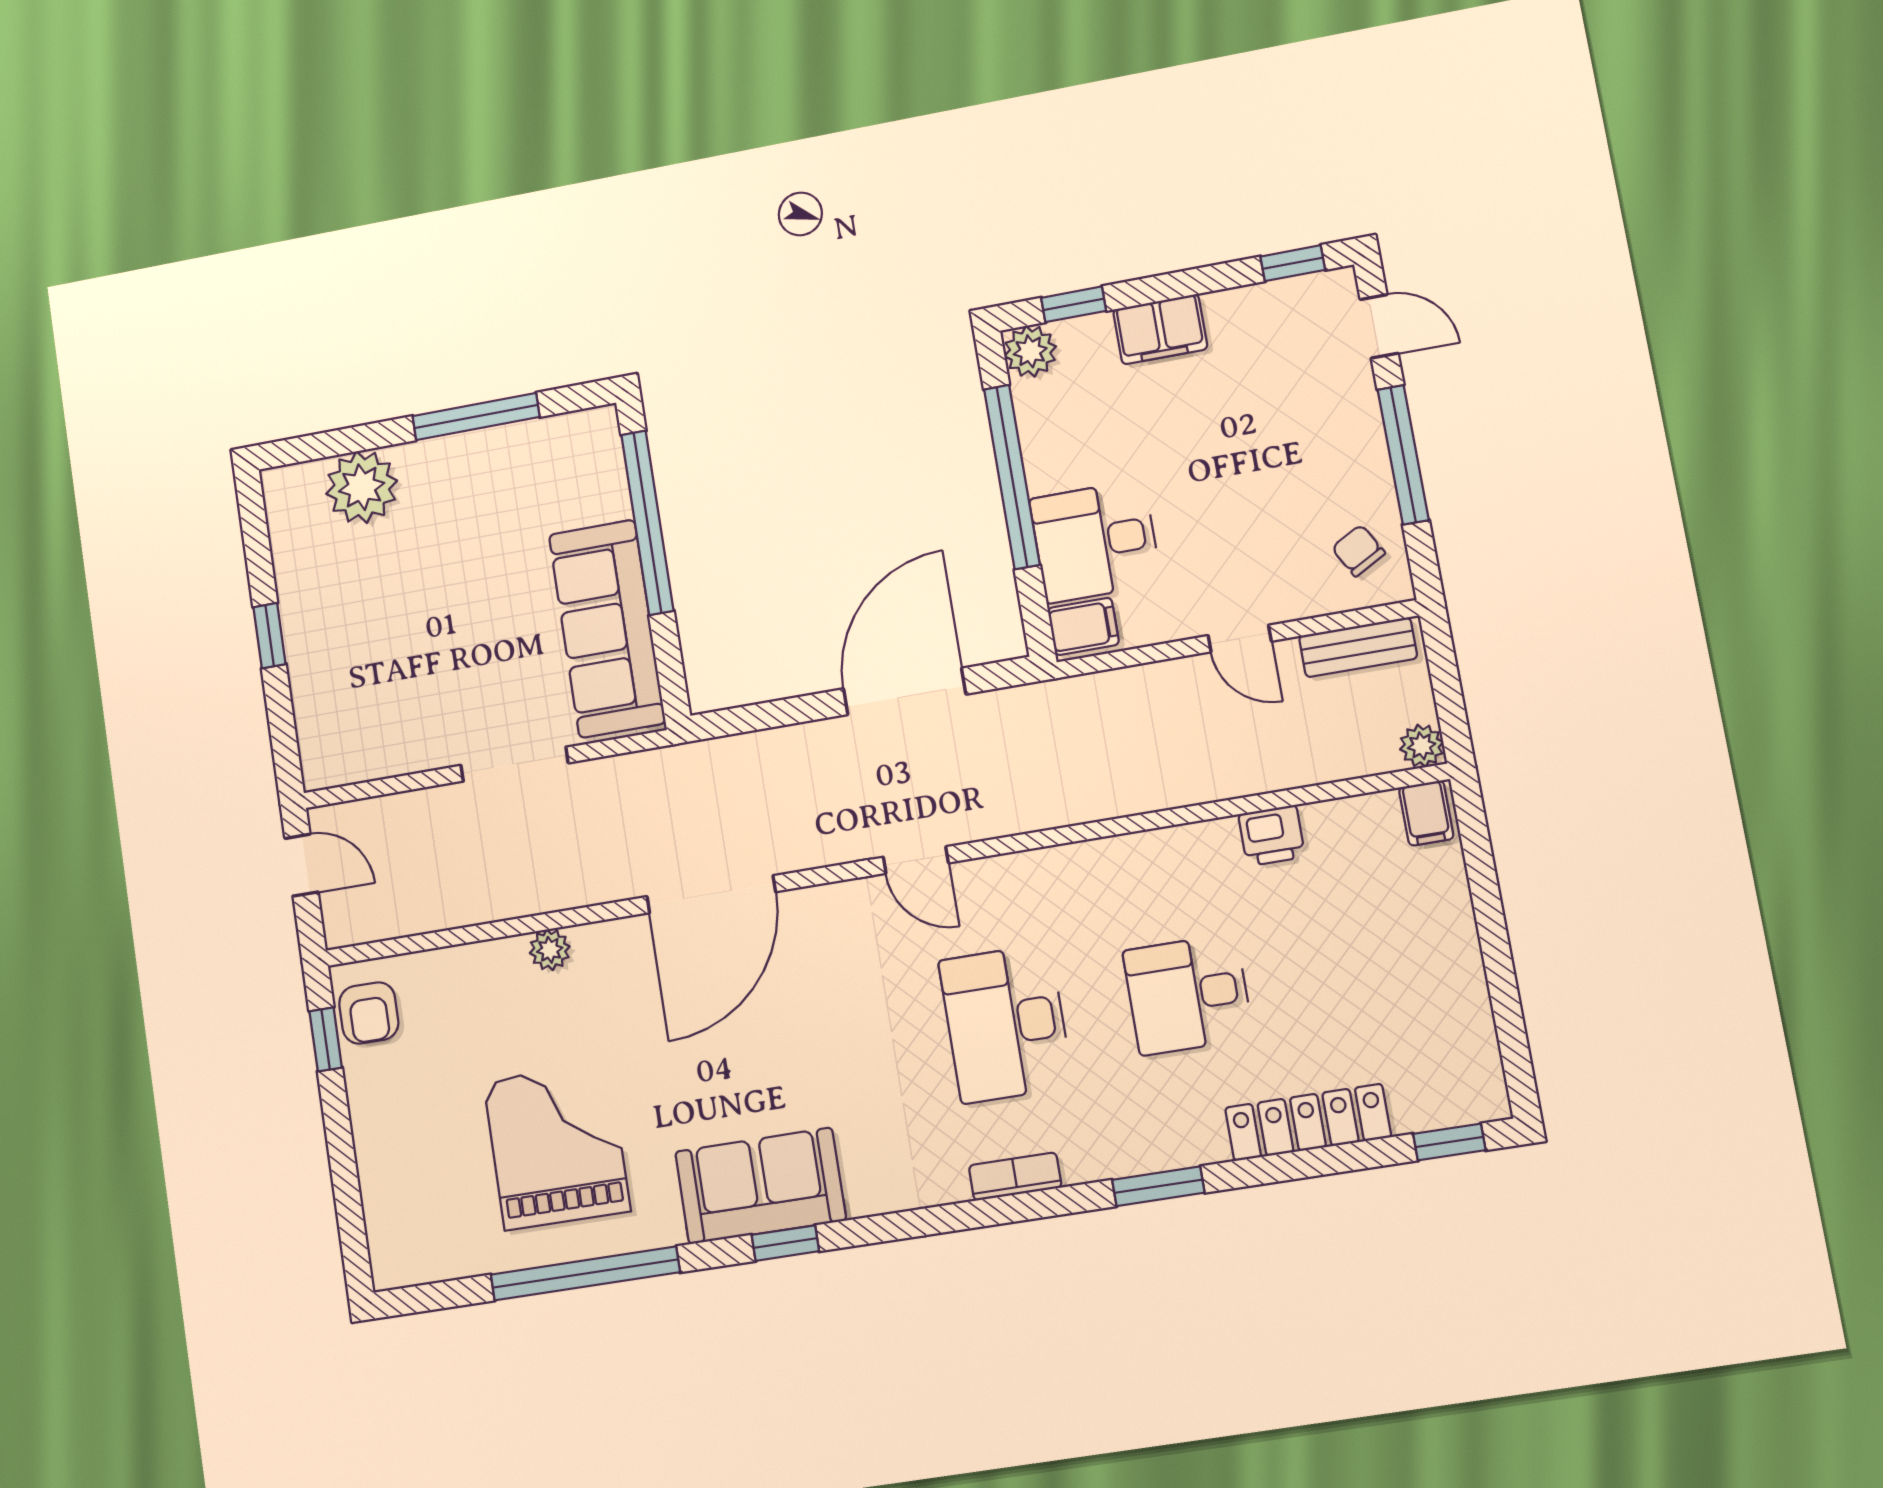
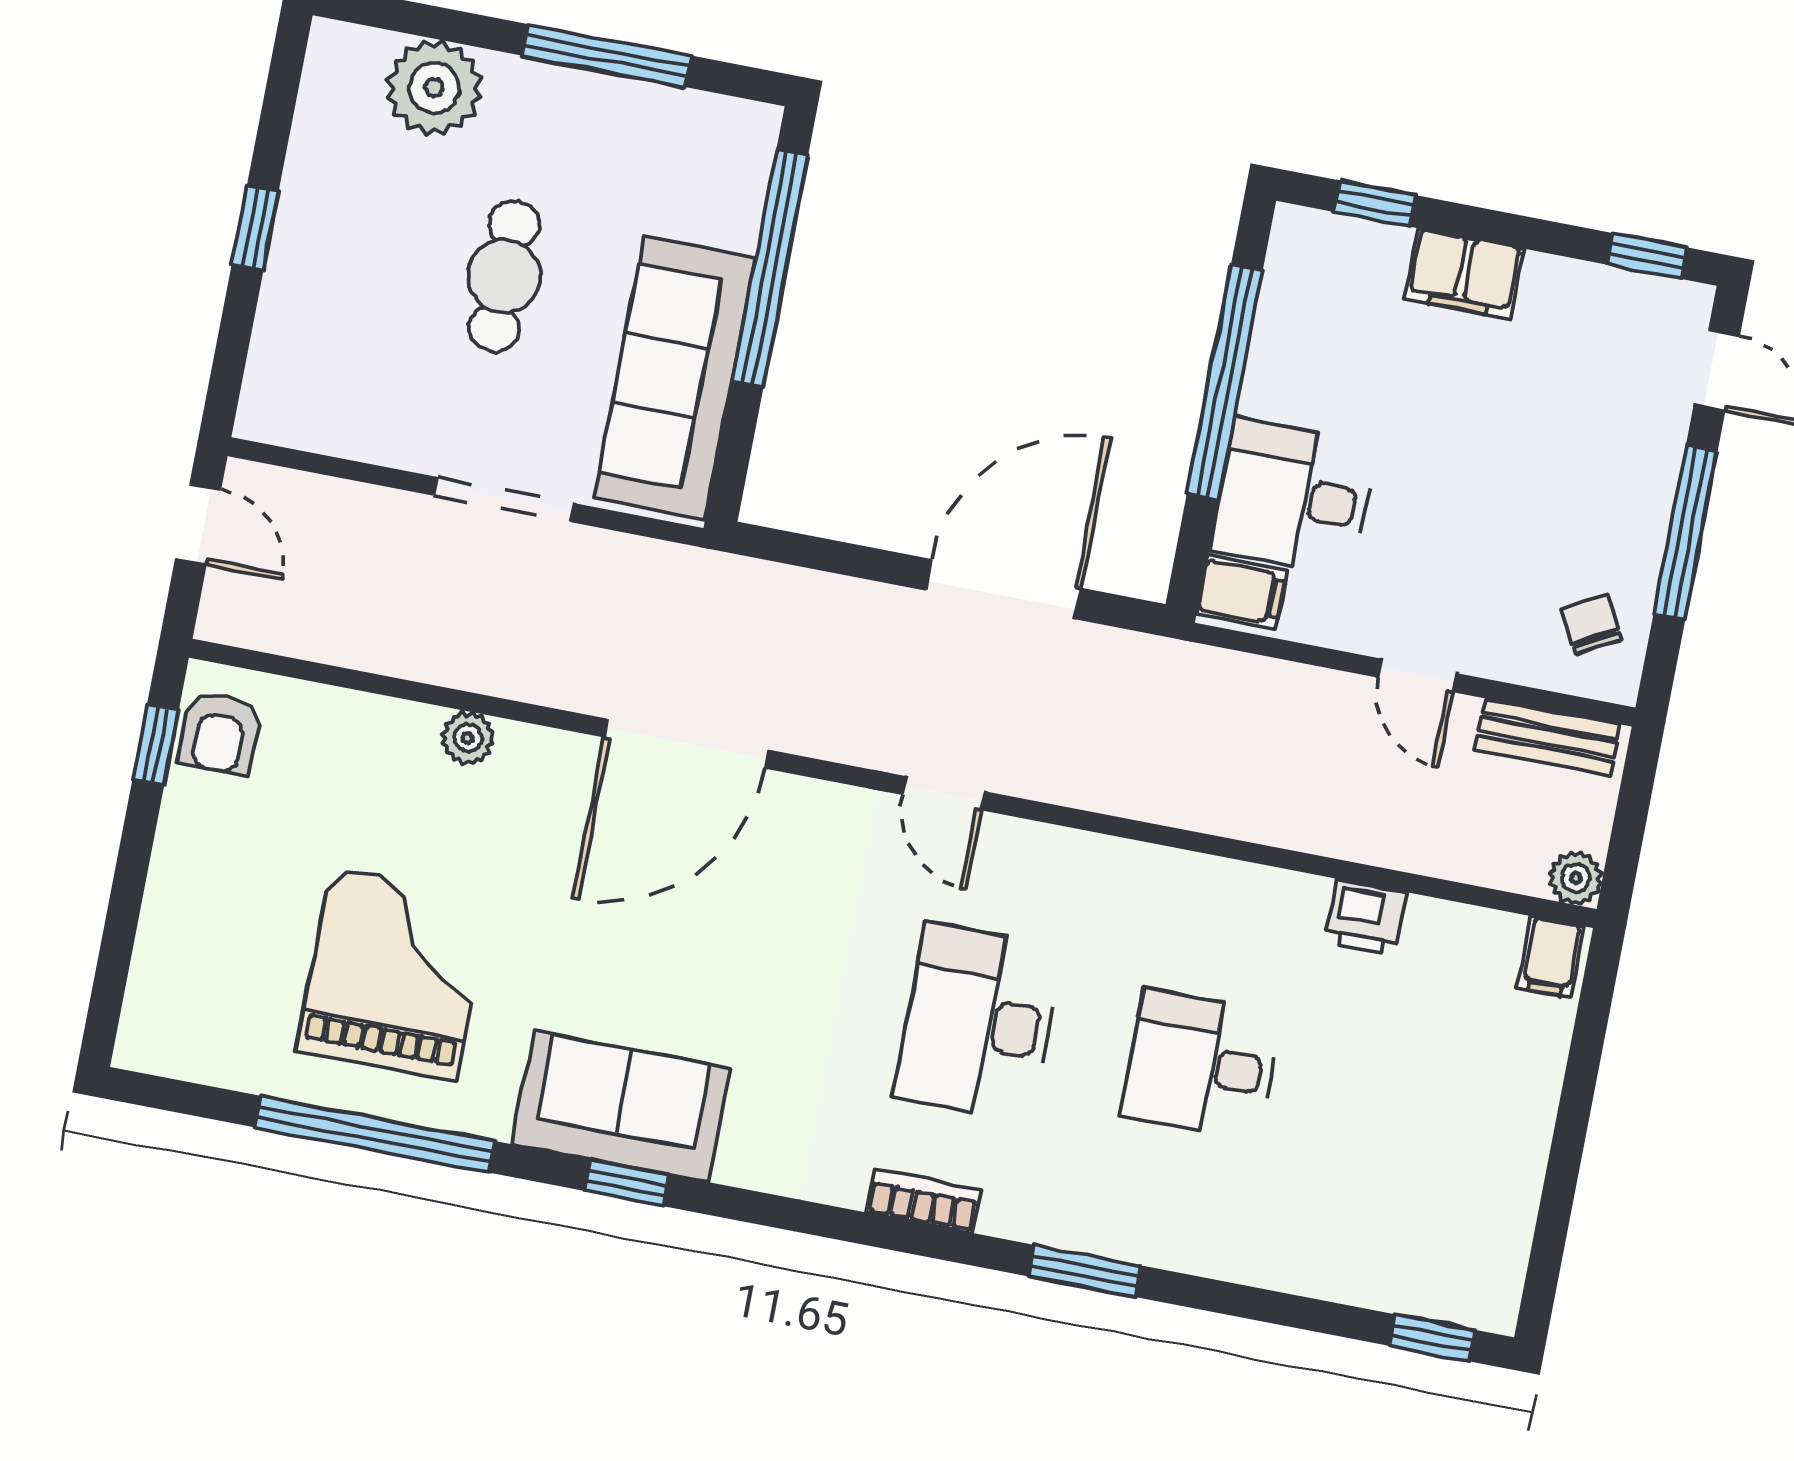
plant: (1030, 351) -> (1302, 240), removed
cafe table: (458, 602) -> (504, 276), added
locker: (1308, 1122) -> (1282, 1259), removed

